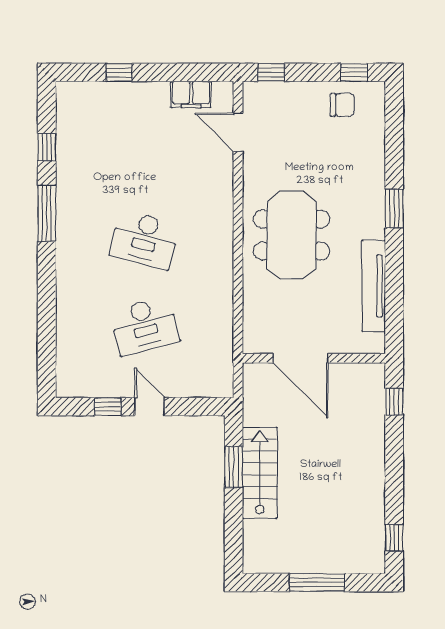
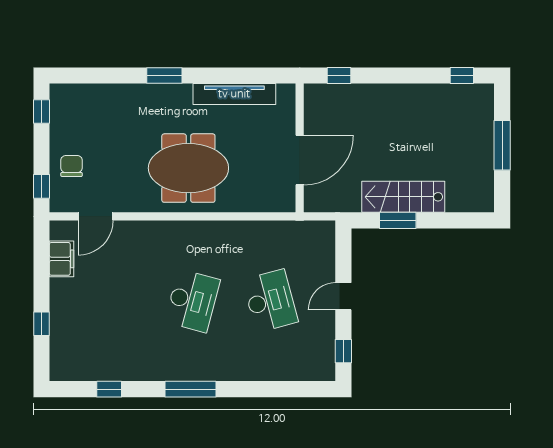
chair: (342, 105) -> (72, 166), moved
window: (47, 213) -> (191, 389), moved
window: (108, 407) -> (343, 351), moved

